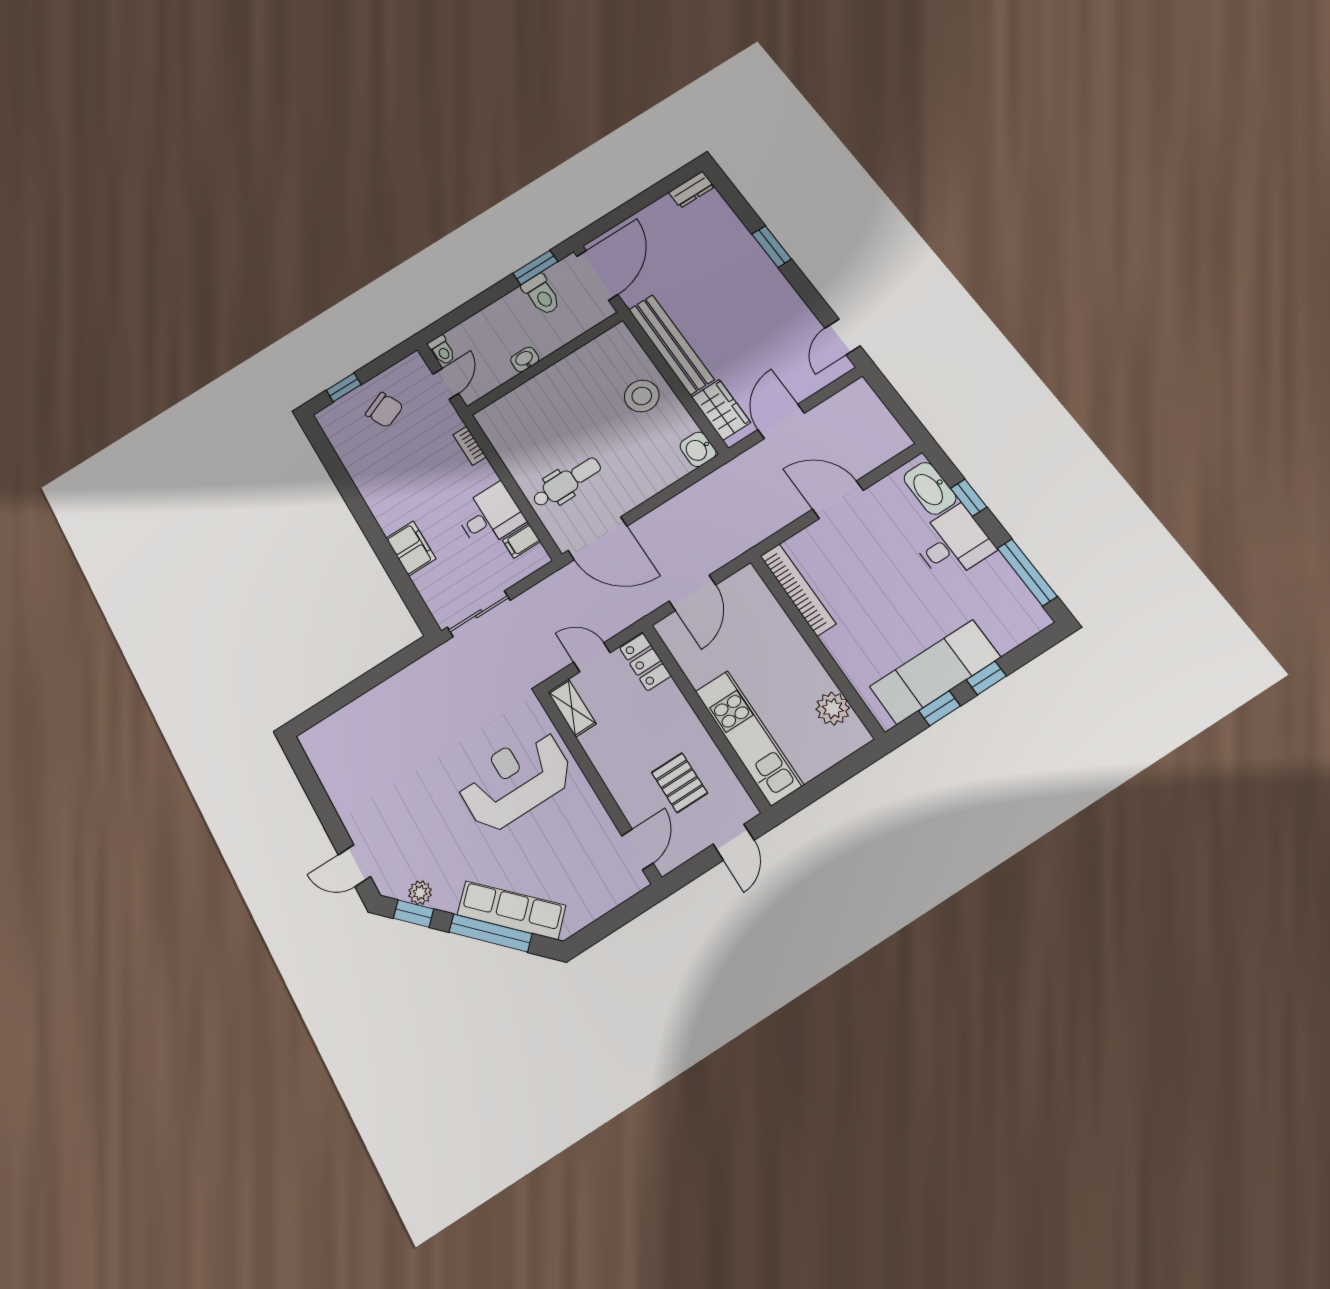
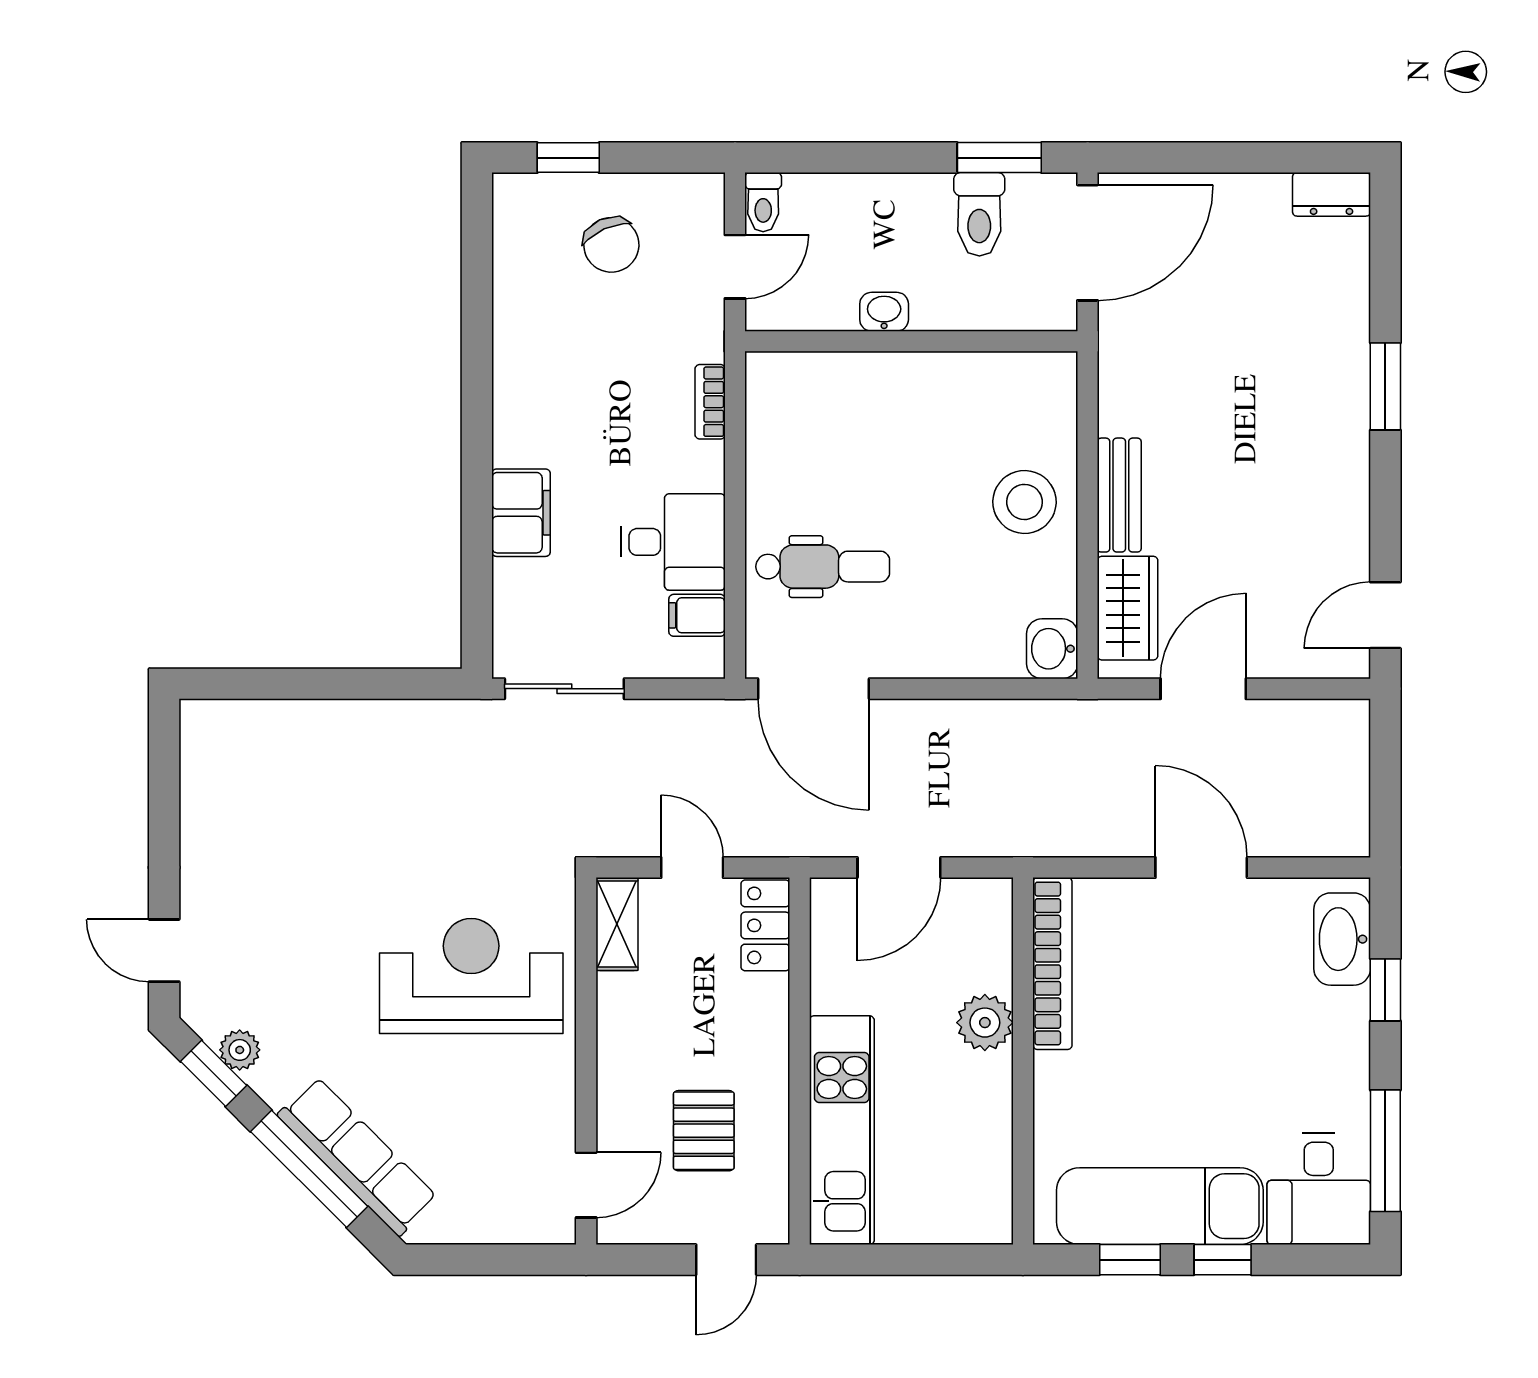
bench: (671, 344) -> (1119, 495), width x0.54, depth x0.82
desk: (953, 543) -> (1319, 1189), moved, turned 90
plant: (833, 709) -> (985, 1023), moved

